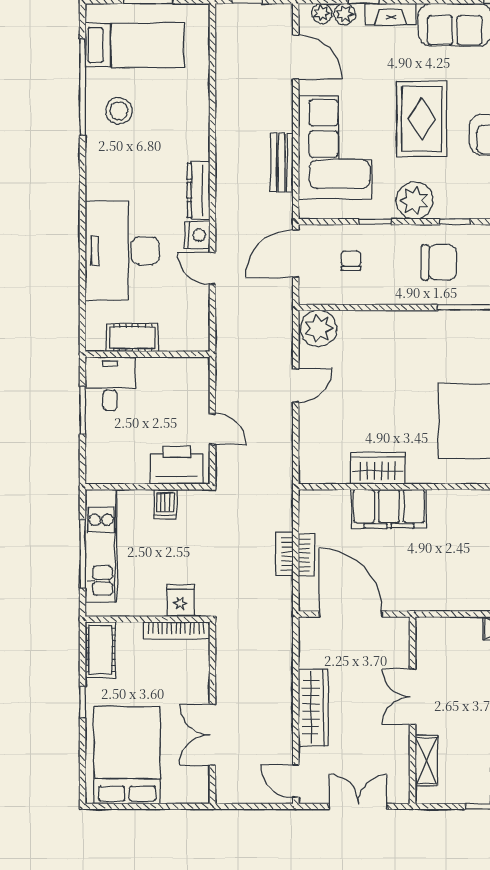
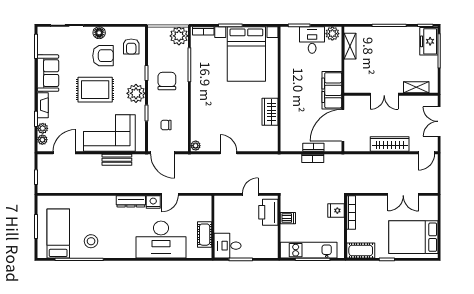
plant: (319, 328) -> (196, 146), width x0.53, depth x0.53
filing cabinet: (389, 509) -> (332, 90), moved, turned 180

